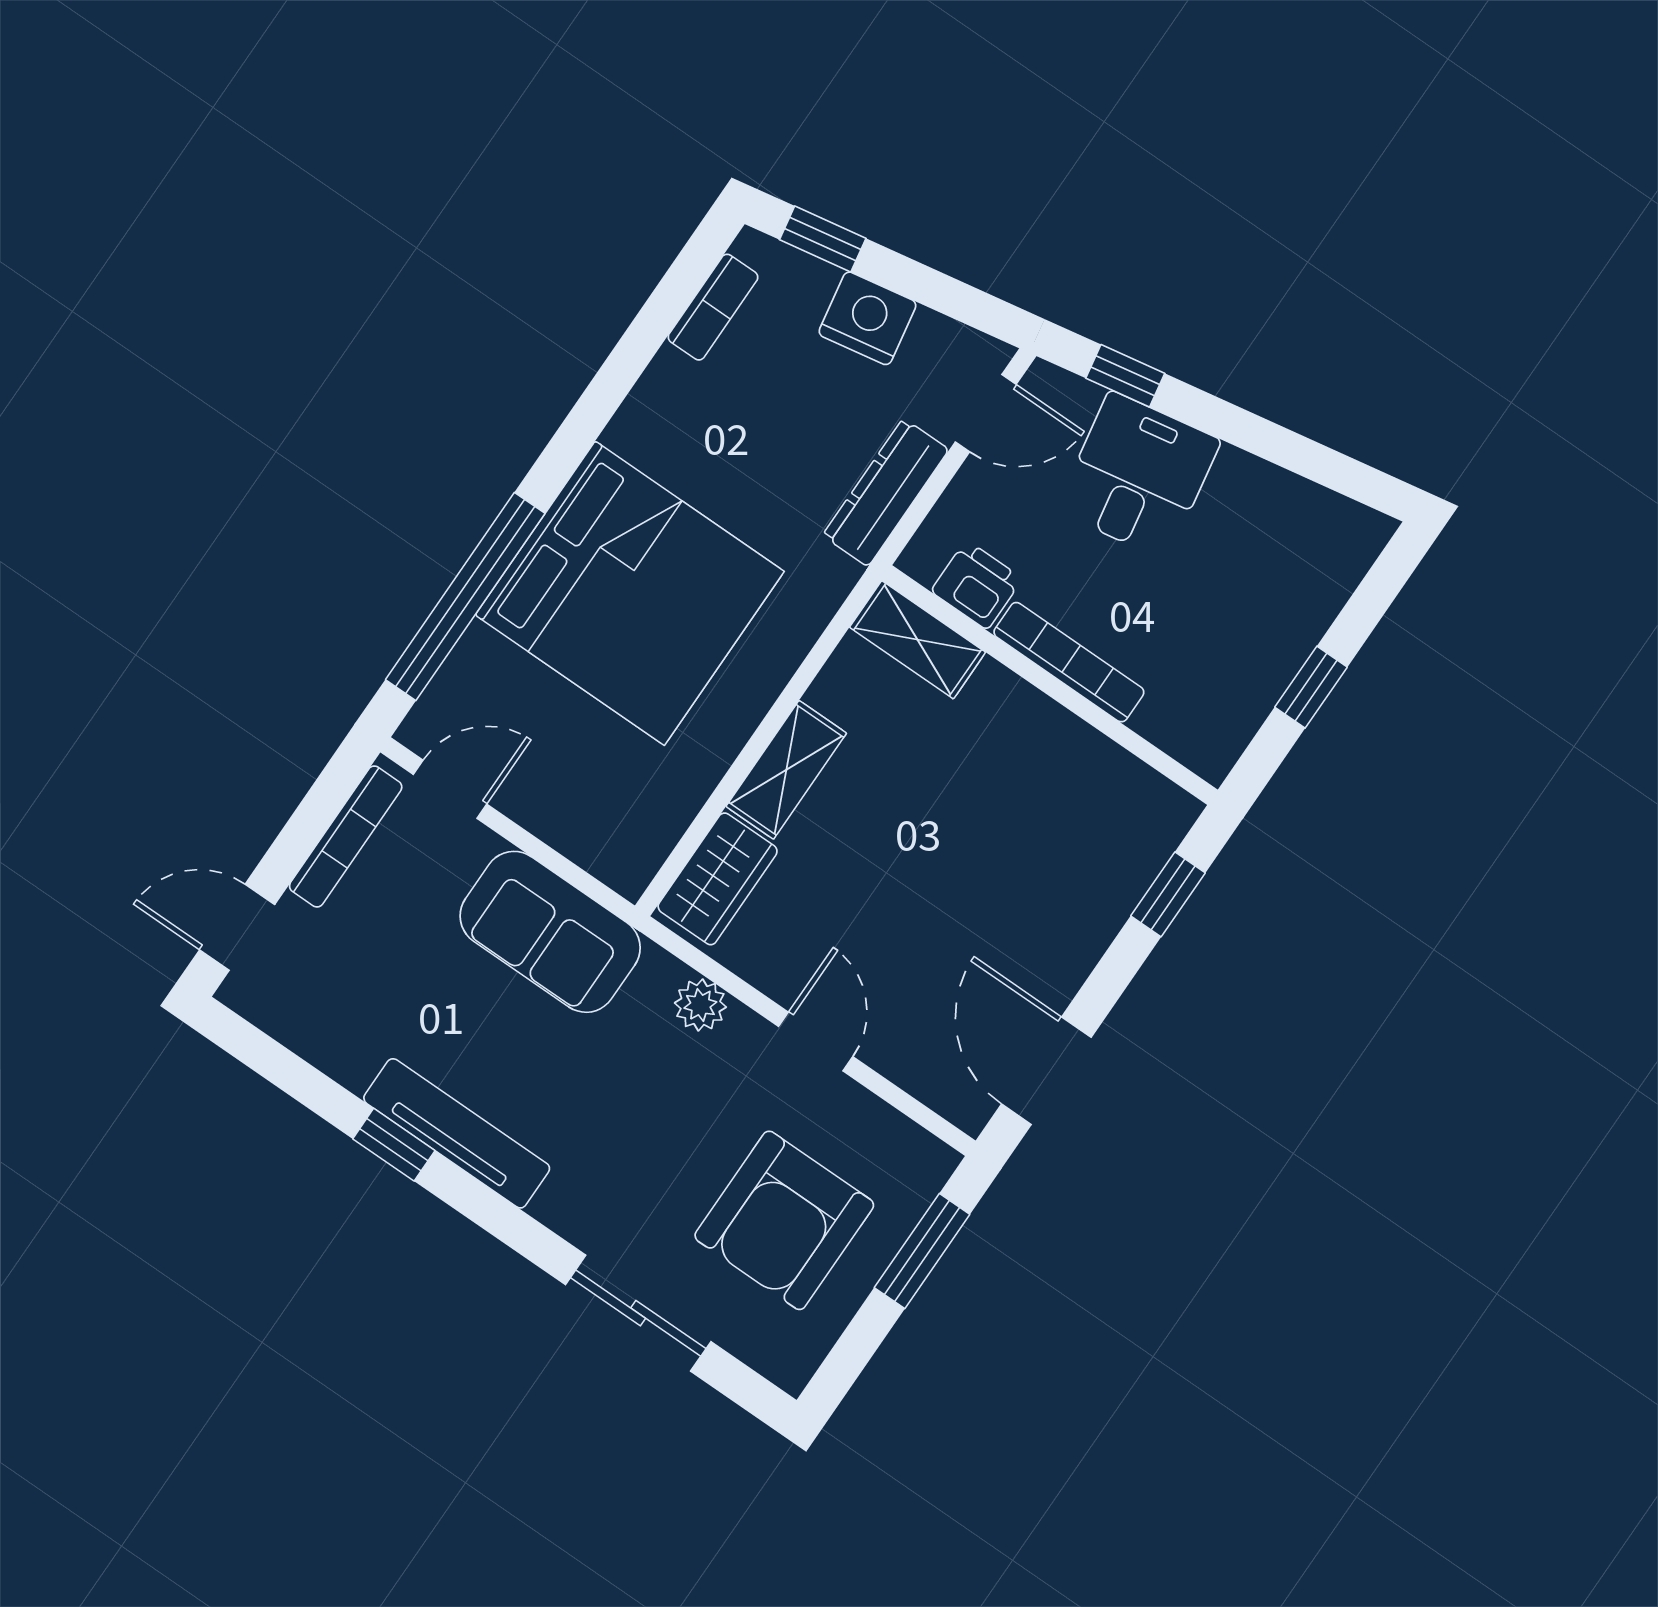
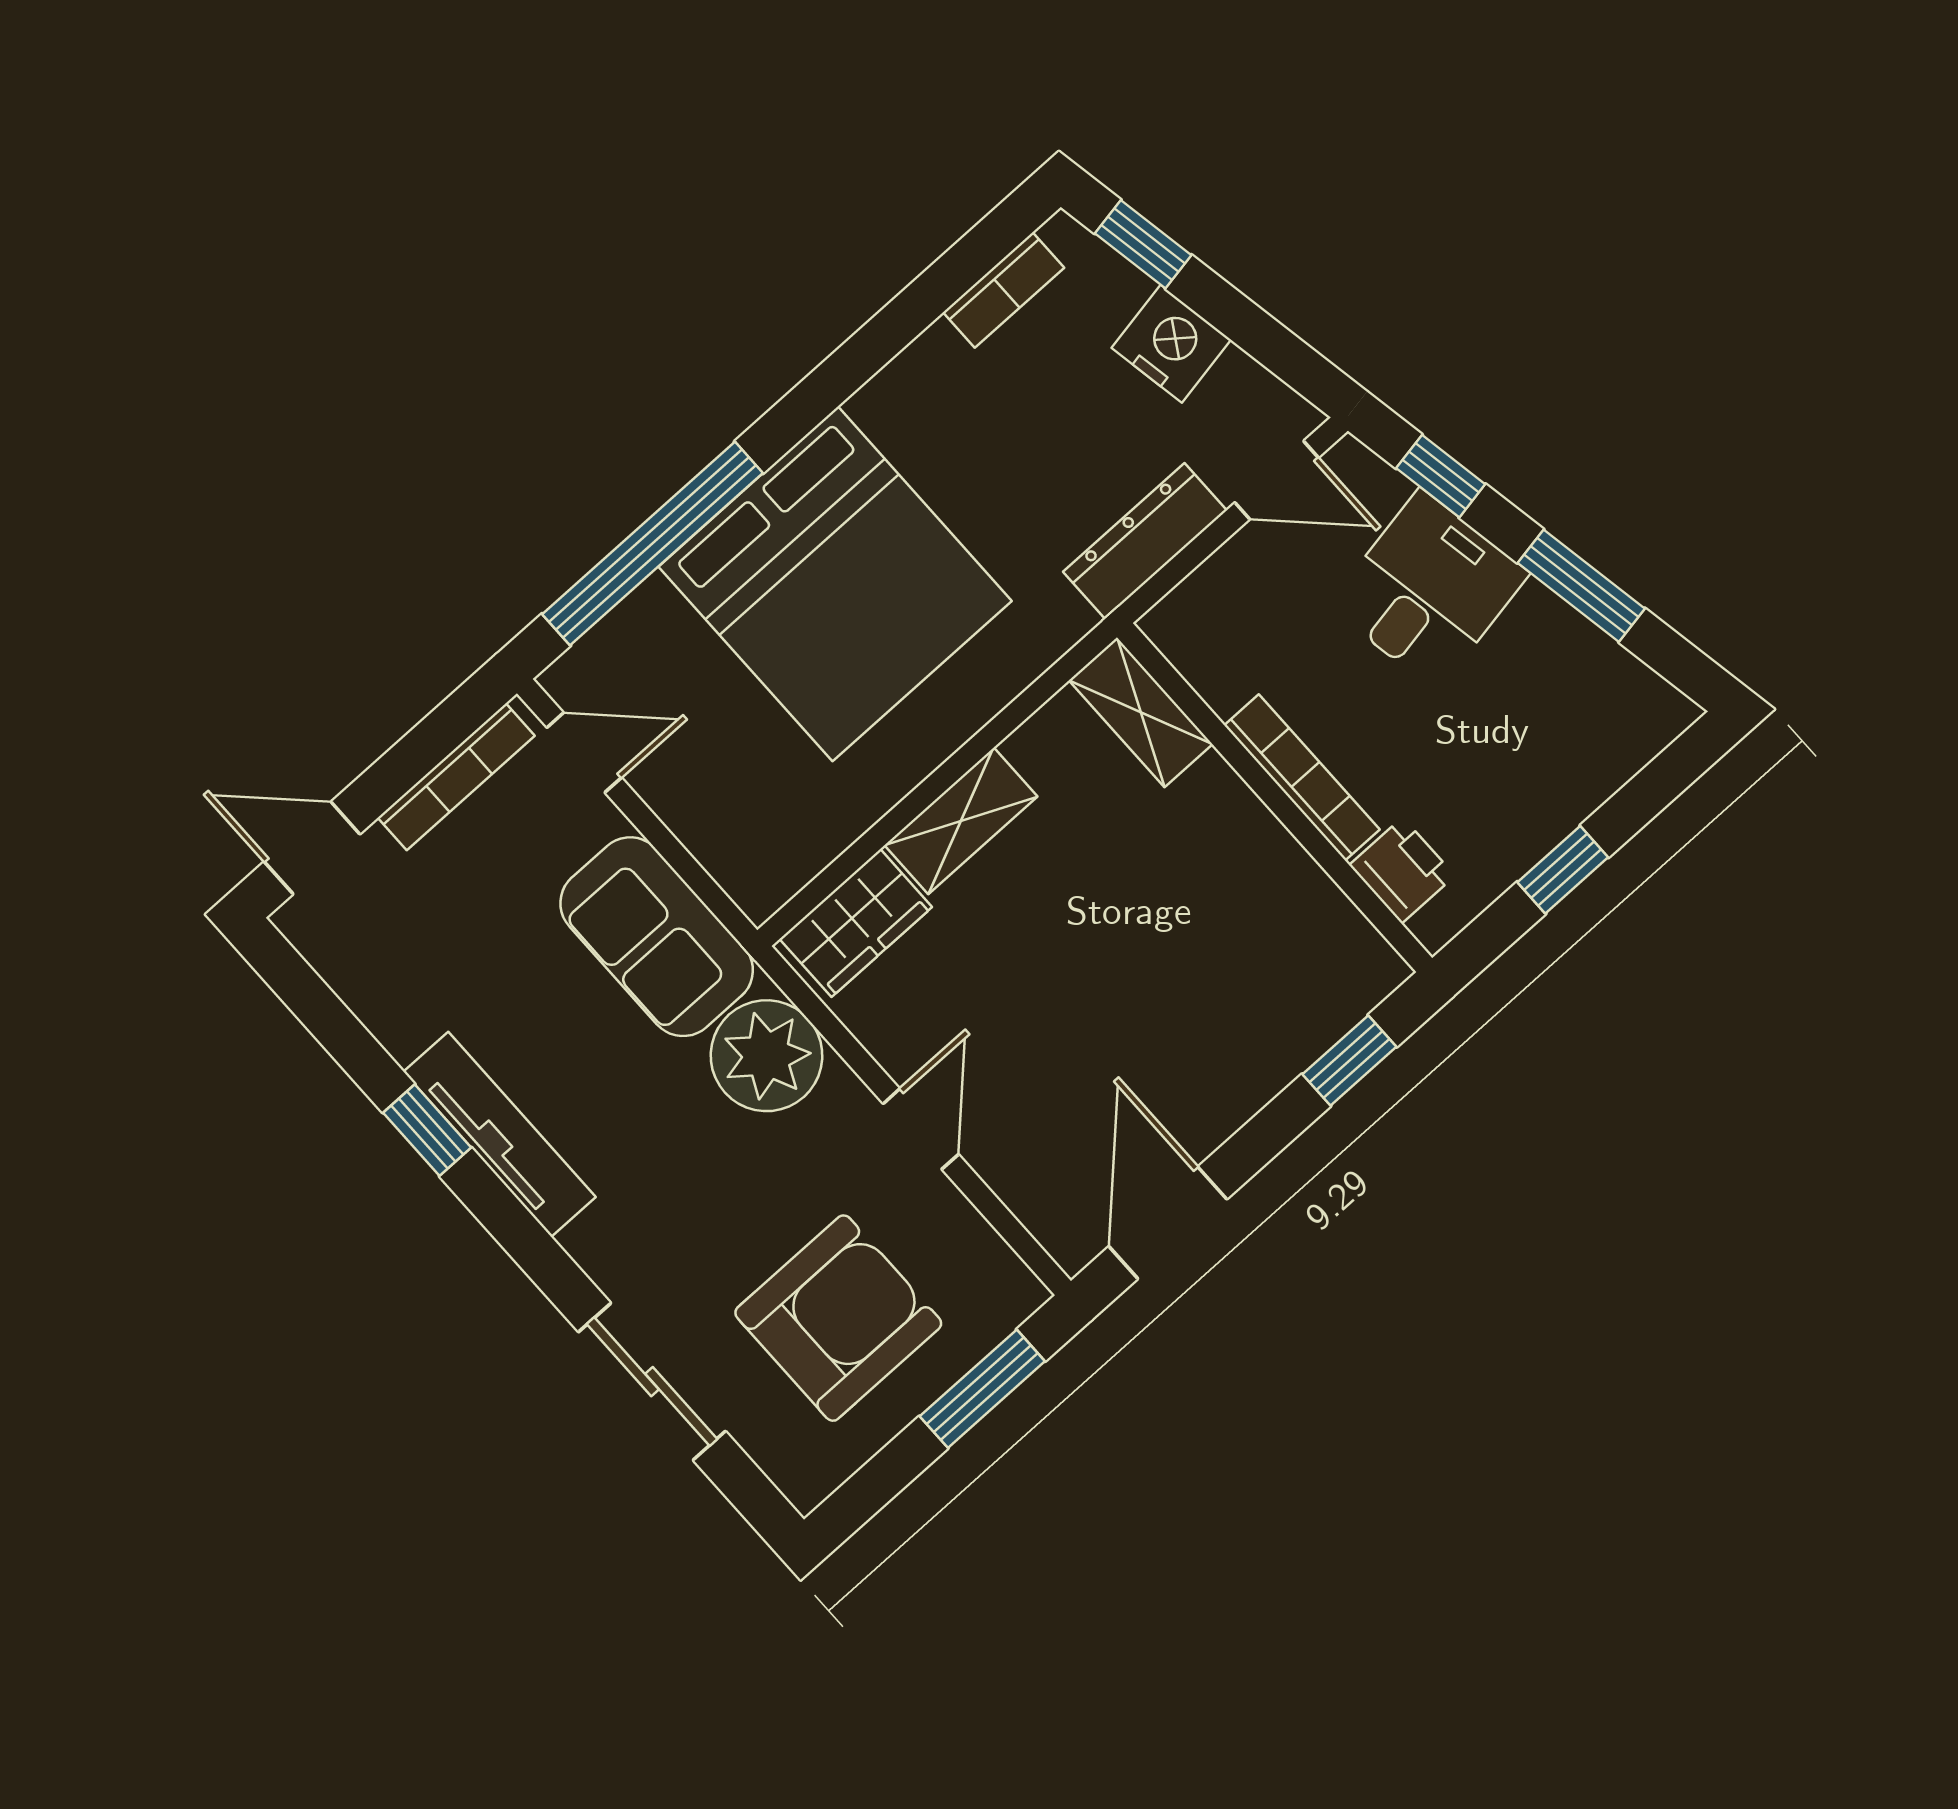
window: (1268, 440) -> (1581, 586), added
printer: (977, 585) -> (1402, 870), moved
plant: (700, 1005) -> (767, 1056), width x1.87, depth x1.87
armchair: (784, 1220) -> (838, 1318), turned 180

